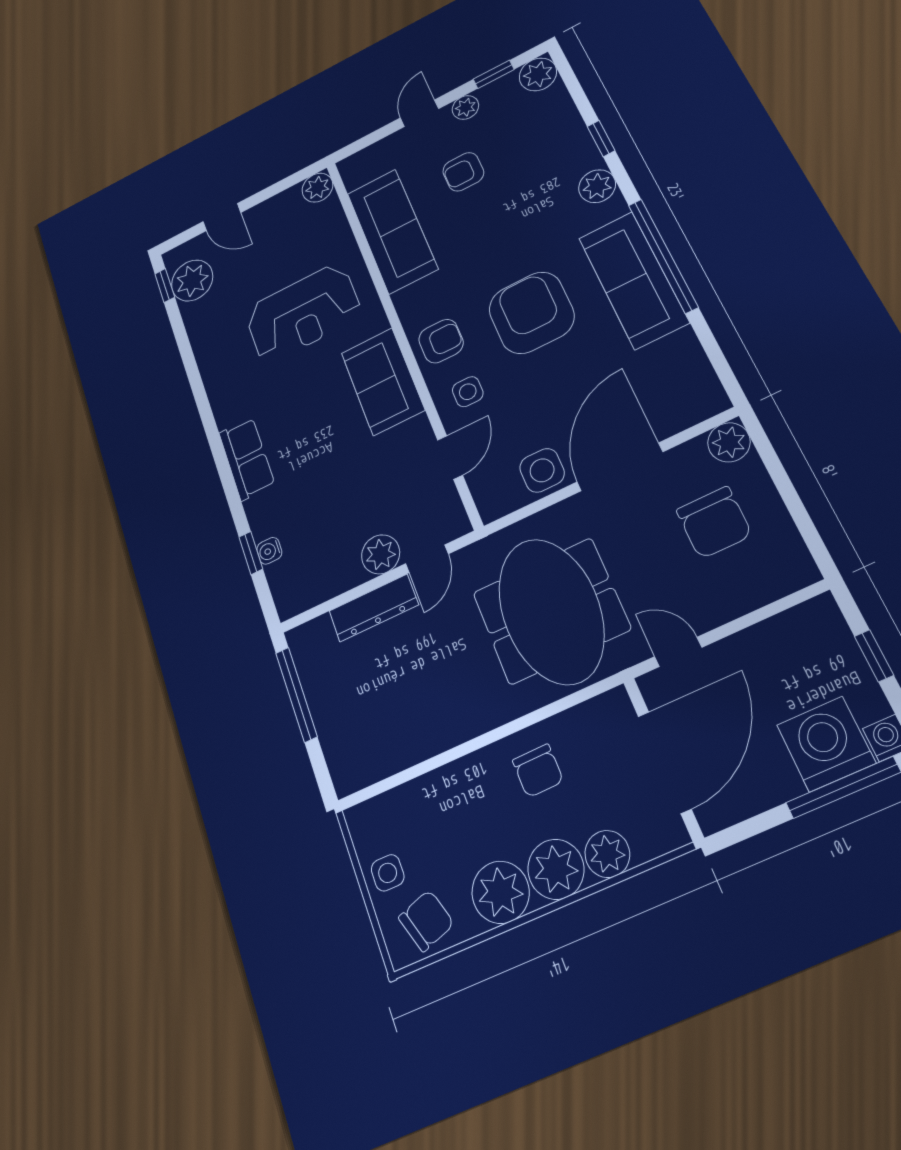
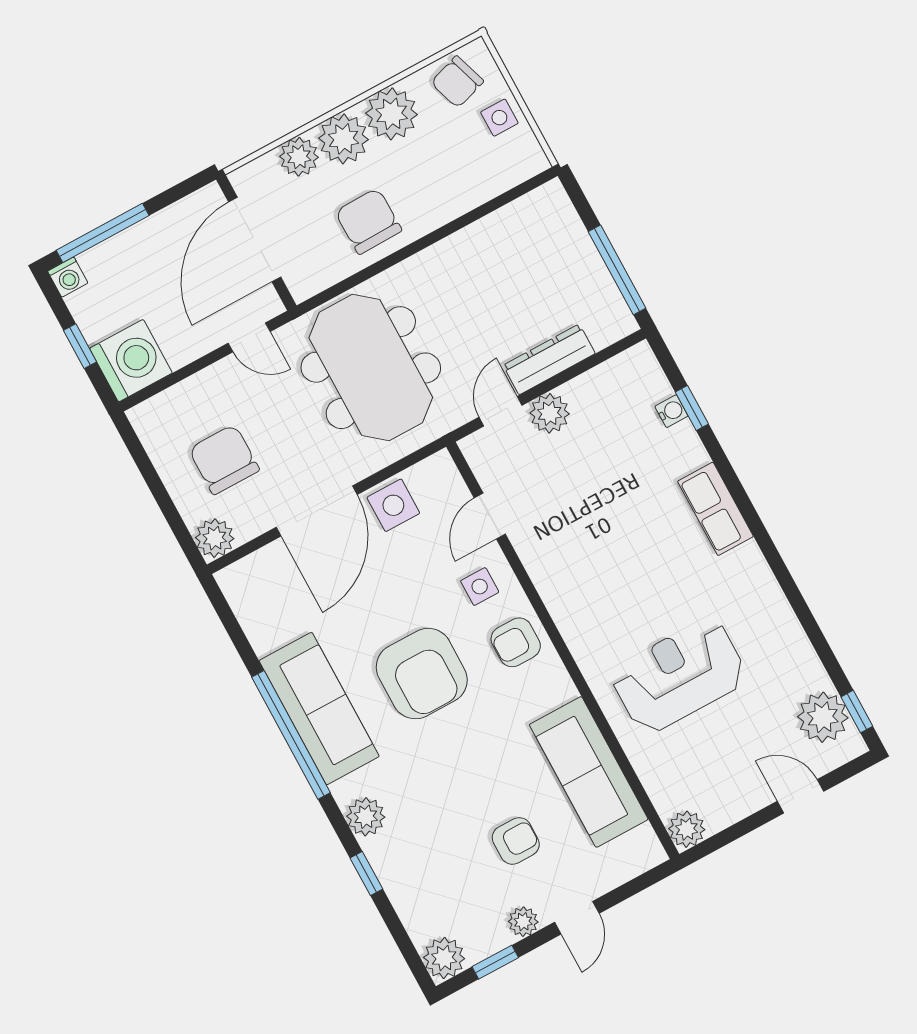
sofa: (383, 381) -> (574, 597), removed
washing machine: (826, 744) -> (131, 361), moved, turned -90
chair: (538, 771) -> (368, 221), width x1.37, depth x1.37

